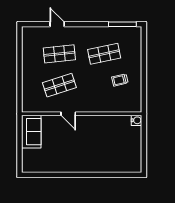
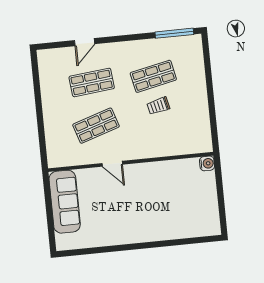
door: (57, 24) -> (85, 42), swing flipped
trolley: (120, 80) -> (158, 106), moved
sofa: (31, 132) -> (65, 202), width x1.36

